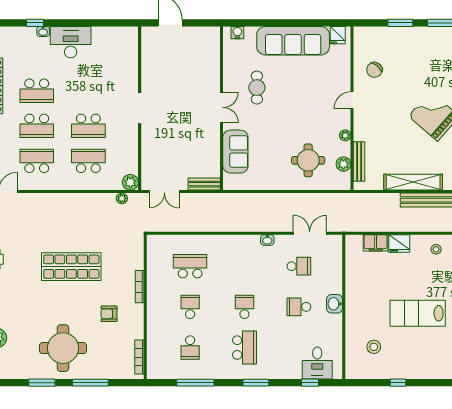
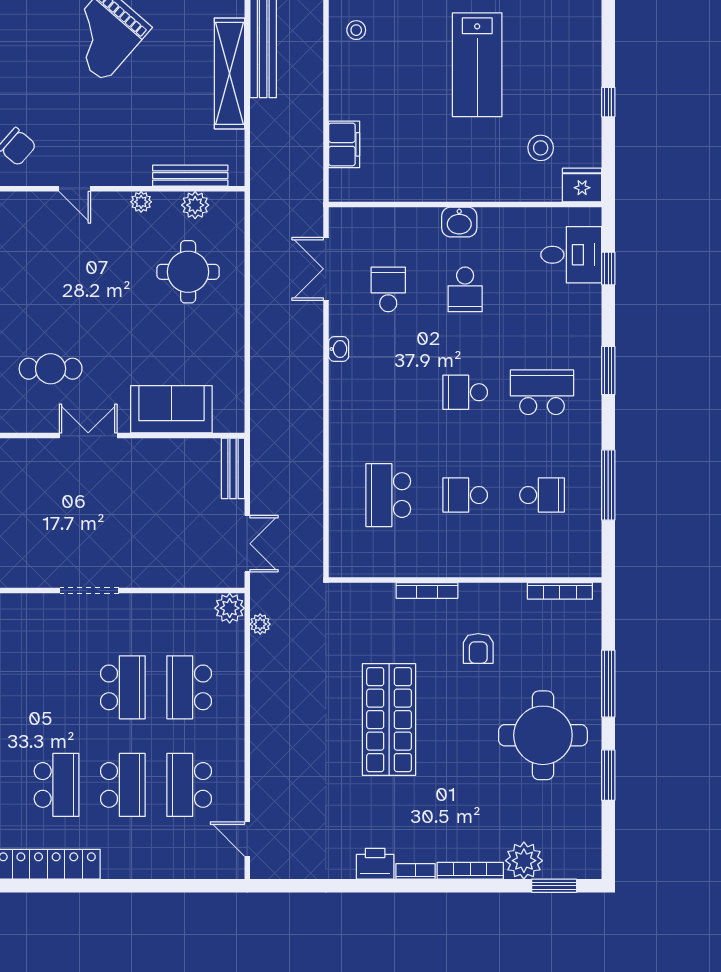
fridge: (399, 244) -> (582, 185), moved, turned -90

